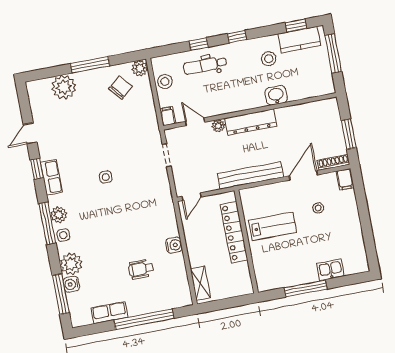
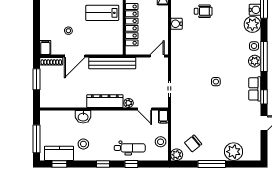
lab bench: (273, 226) -> (102, 13), moved

